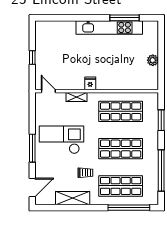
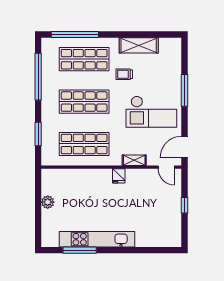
window: (32, 148) -> (185, 90), moved
door: (32, 188) -> (185, 147), moved

